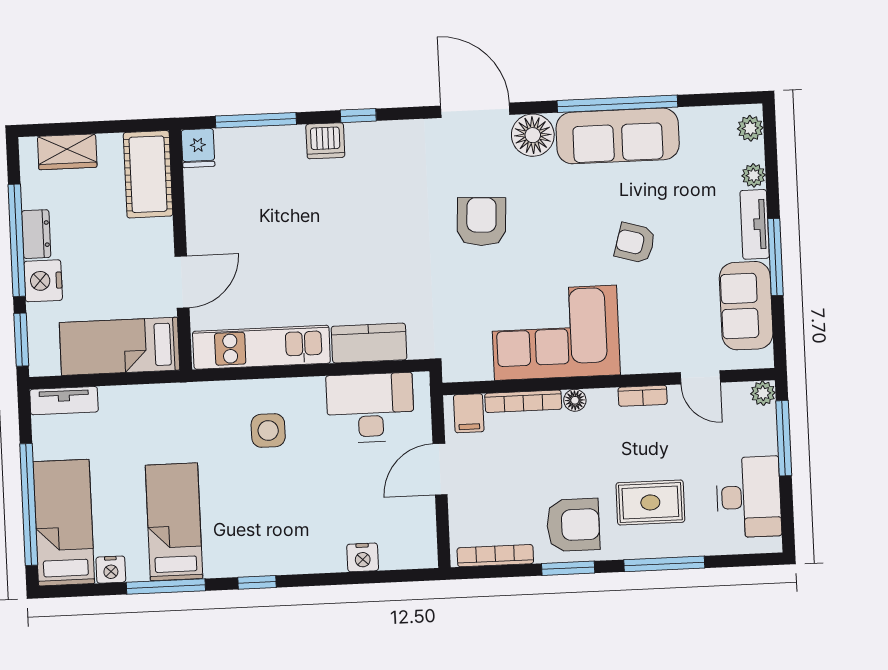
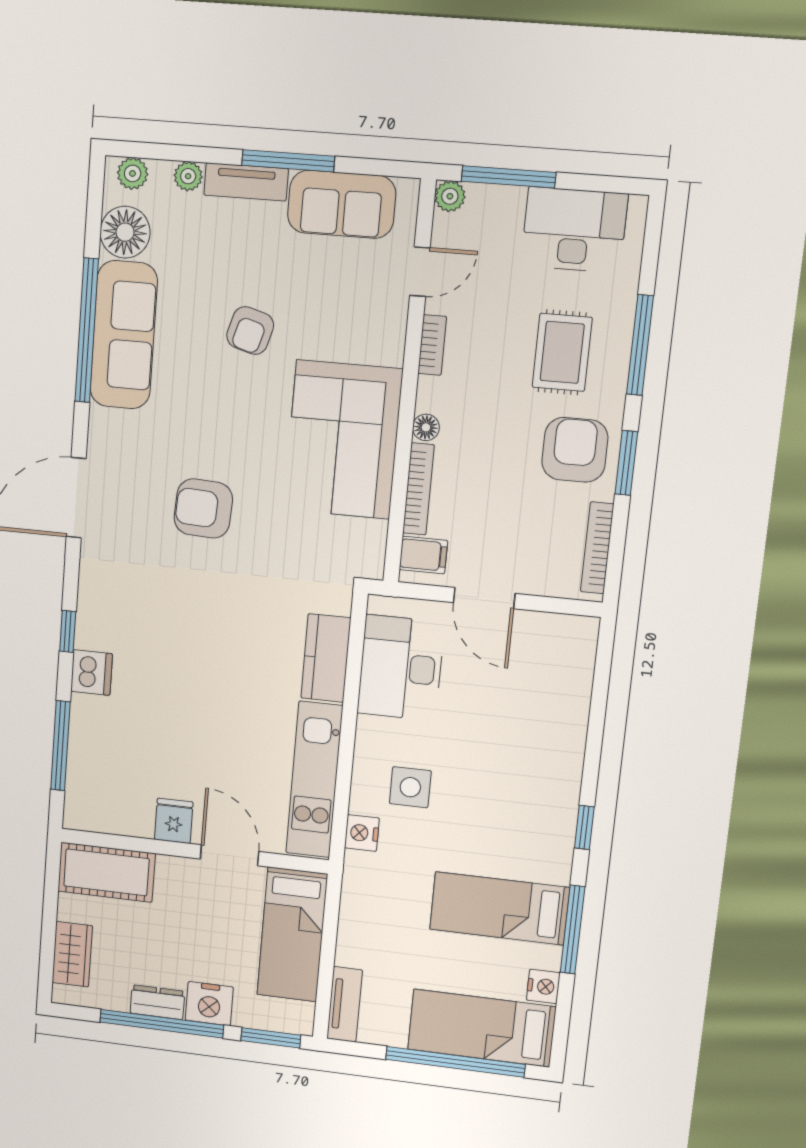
floor lamp: (533, 135) -> (125, 232), moved
fridge: (198, 148) -> (174, 821), moved, turned -90
nightstand: (363, 557) -> (362, 833), moved, turned 180

